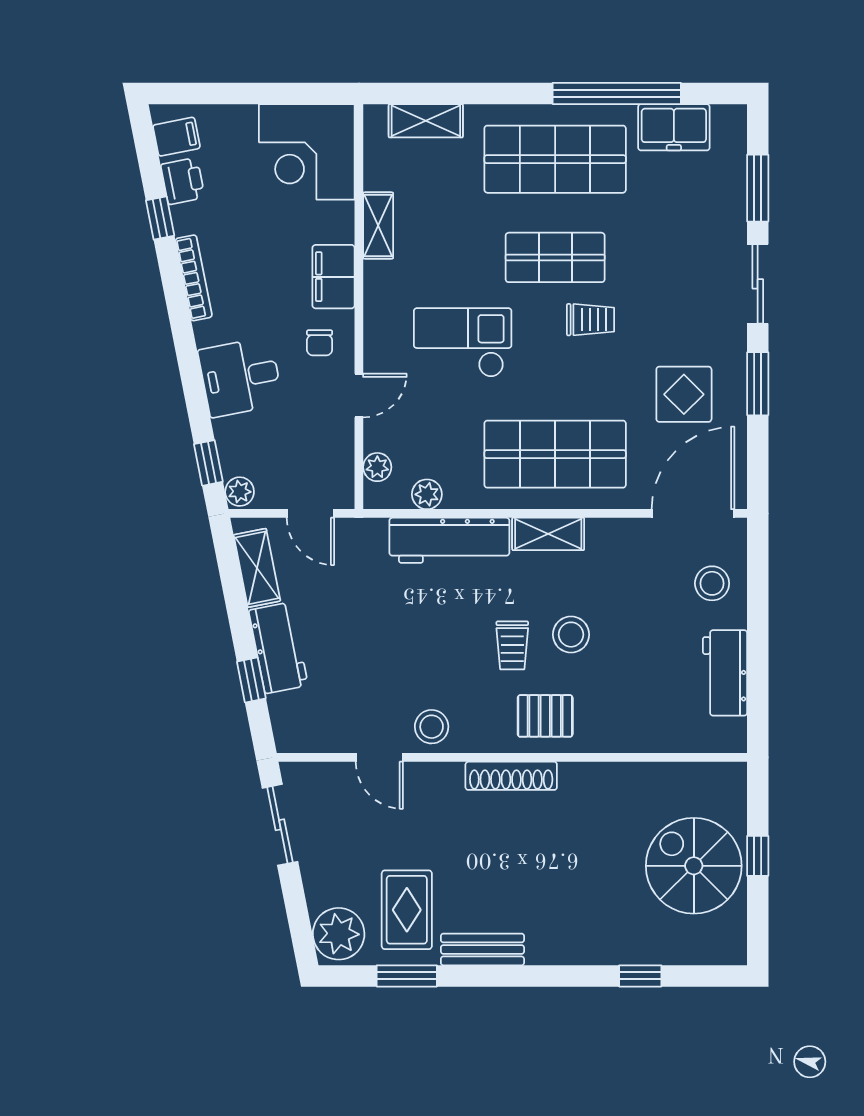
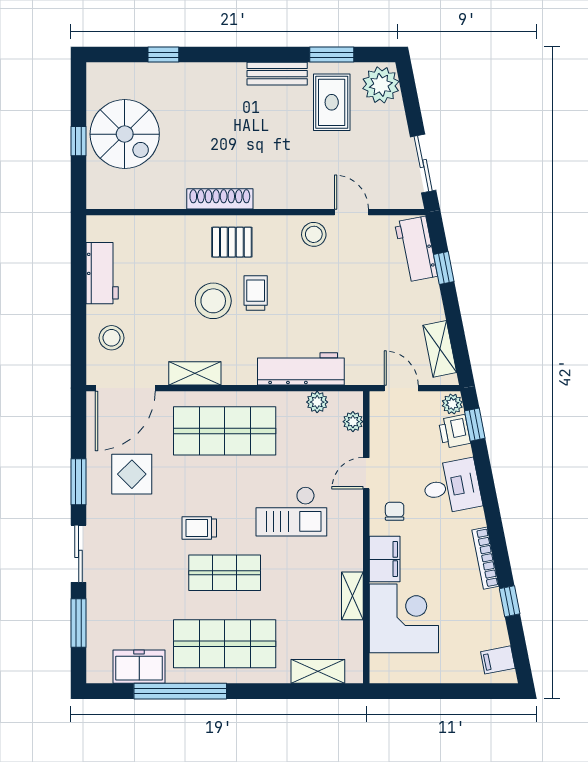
corner desk: (307, 152) -> (404, 618), moved
printer: (183, 181) -> (454, 431), moved
shelving: (548, 534) -> (195, 373), moved
stool: (571, 635) -> (213, 301), width x1.38, depth x1.38
workbench: (278, 648) -> (416, 249), moved
shoe rack: (511, 776) -> (220, 199), moved

